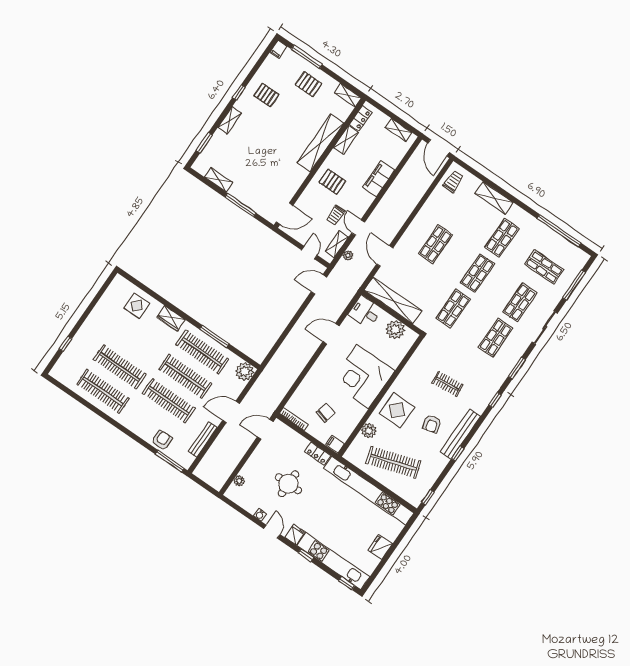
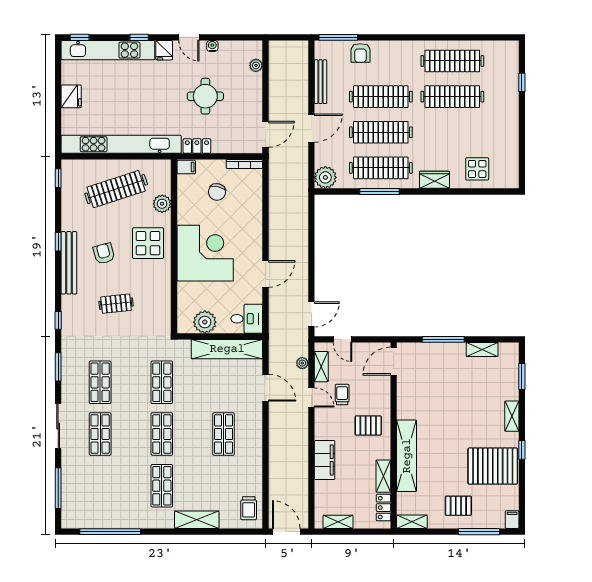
pallet: (266, 95) -> (493, 466), width x2.05, depth x2.00
shop shelf: (544, 267) -> (100, 486), removed

